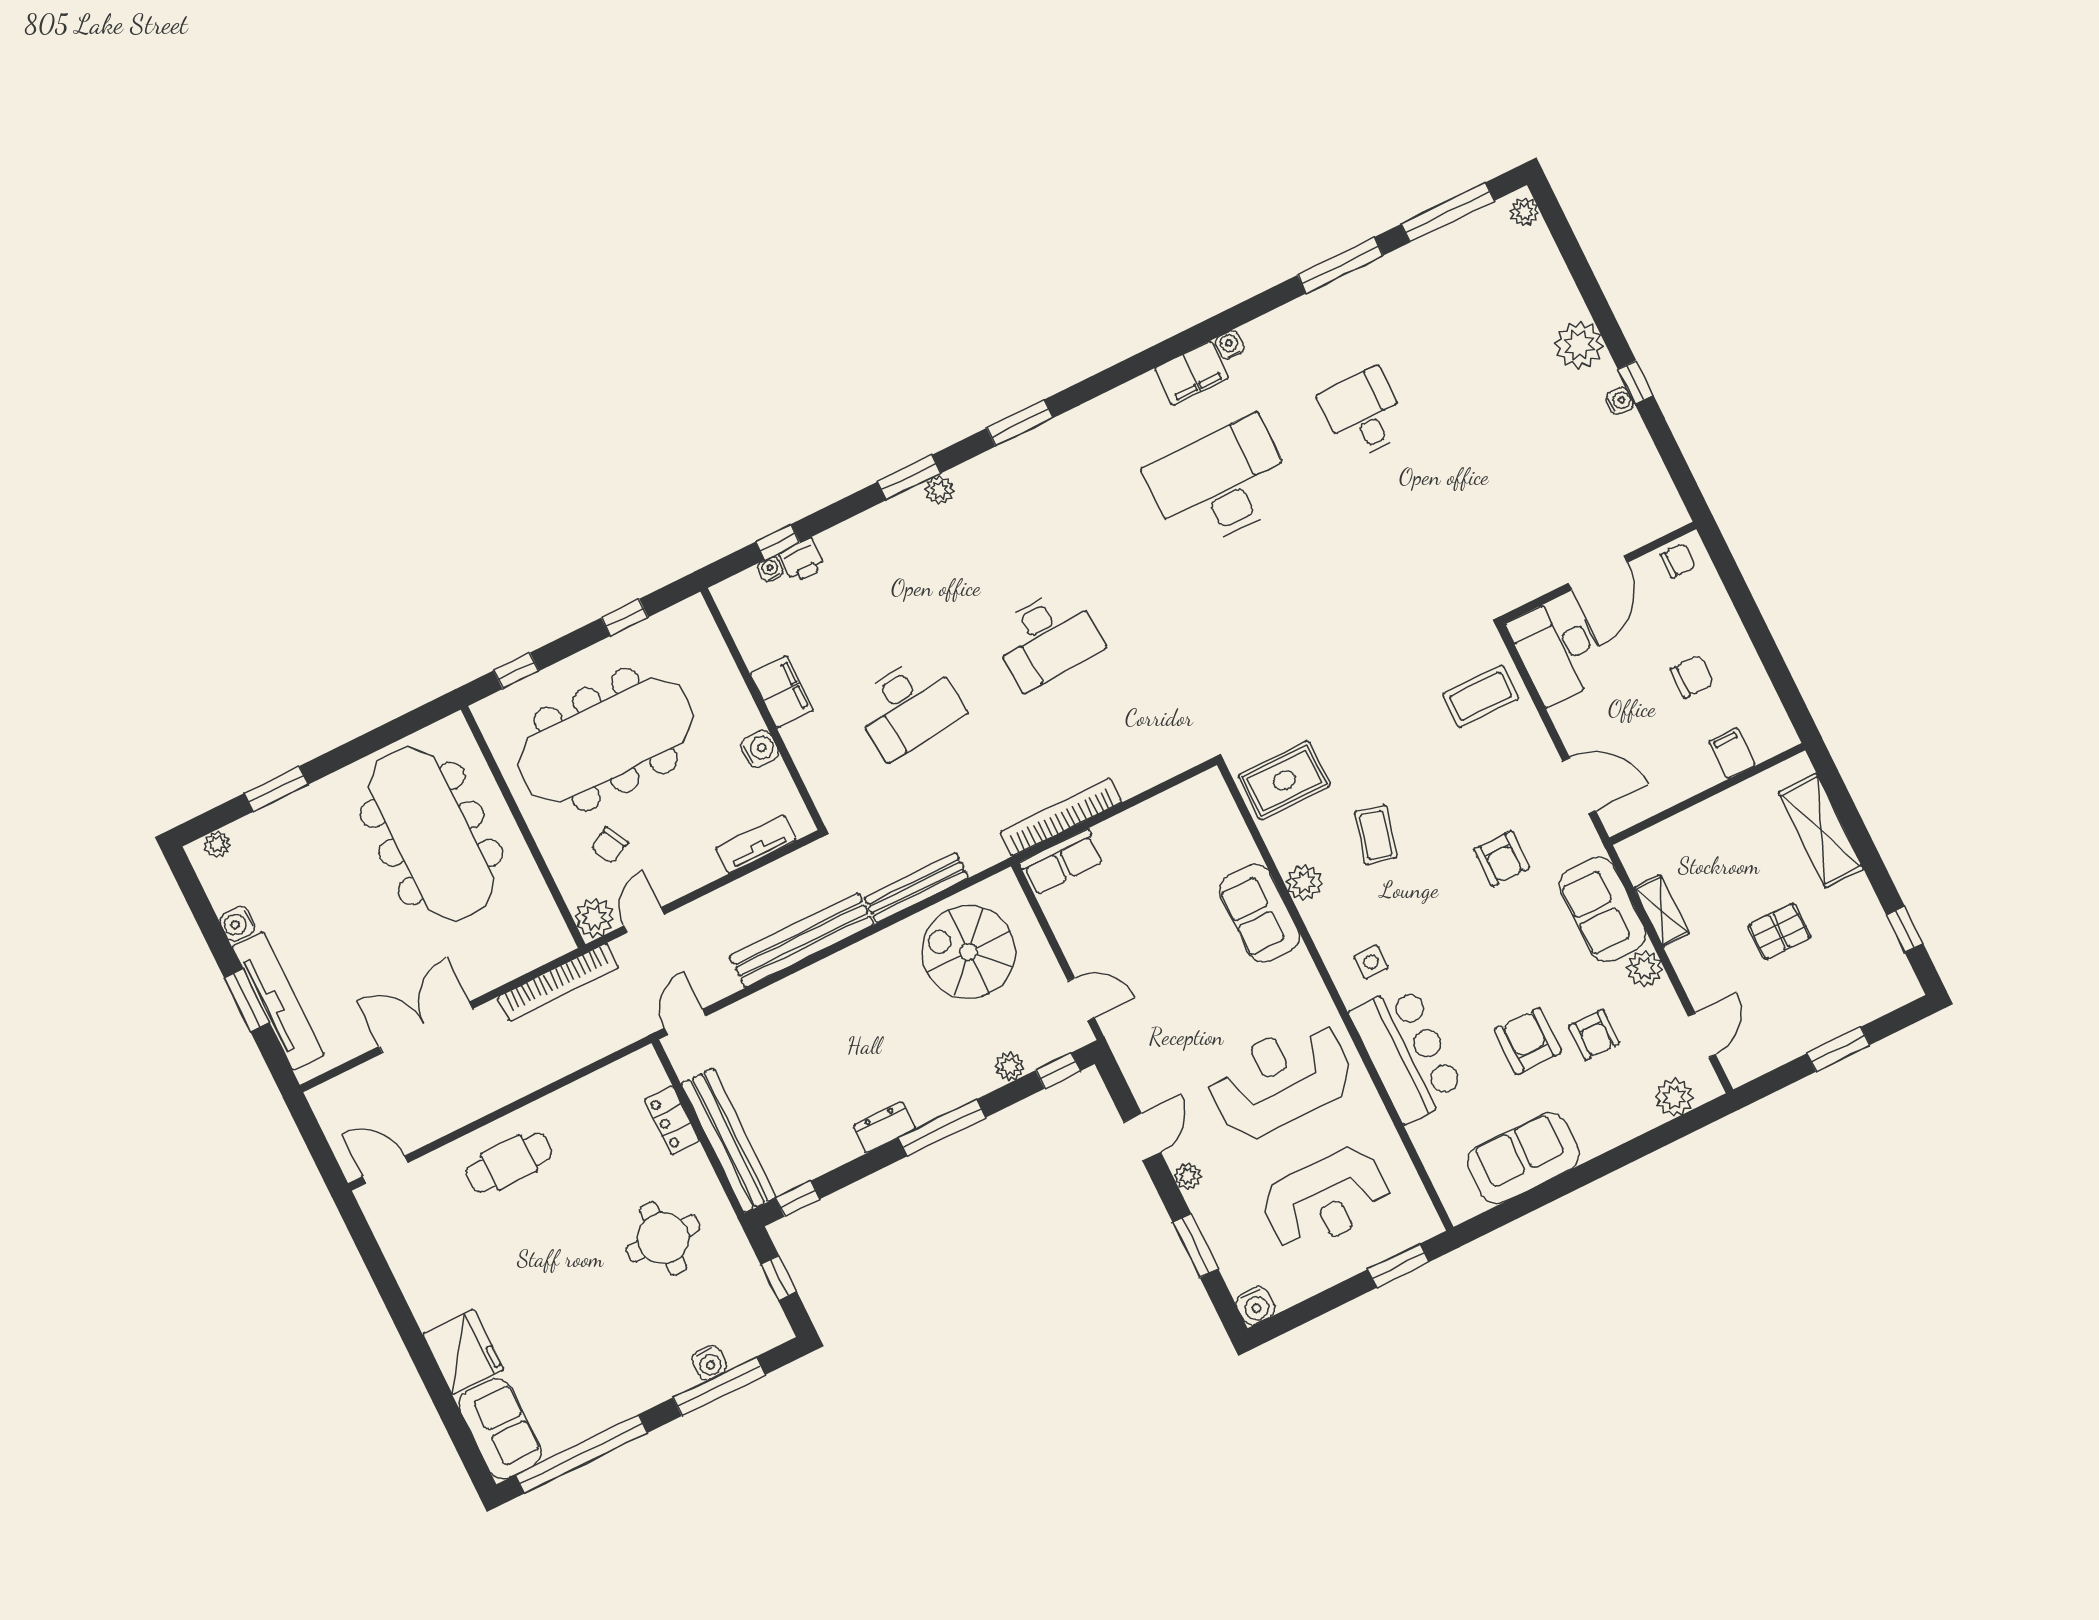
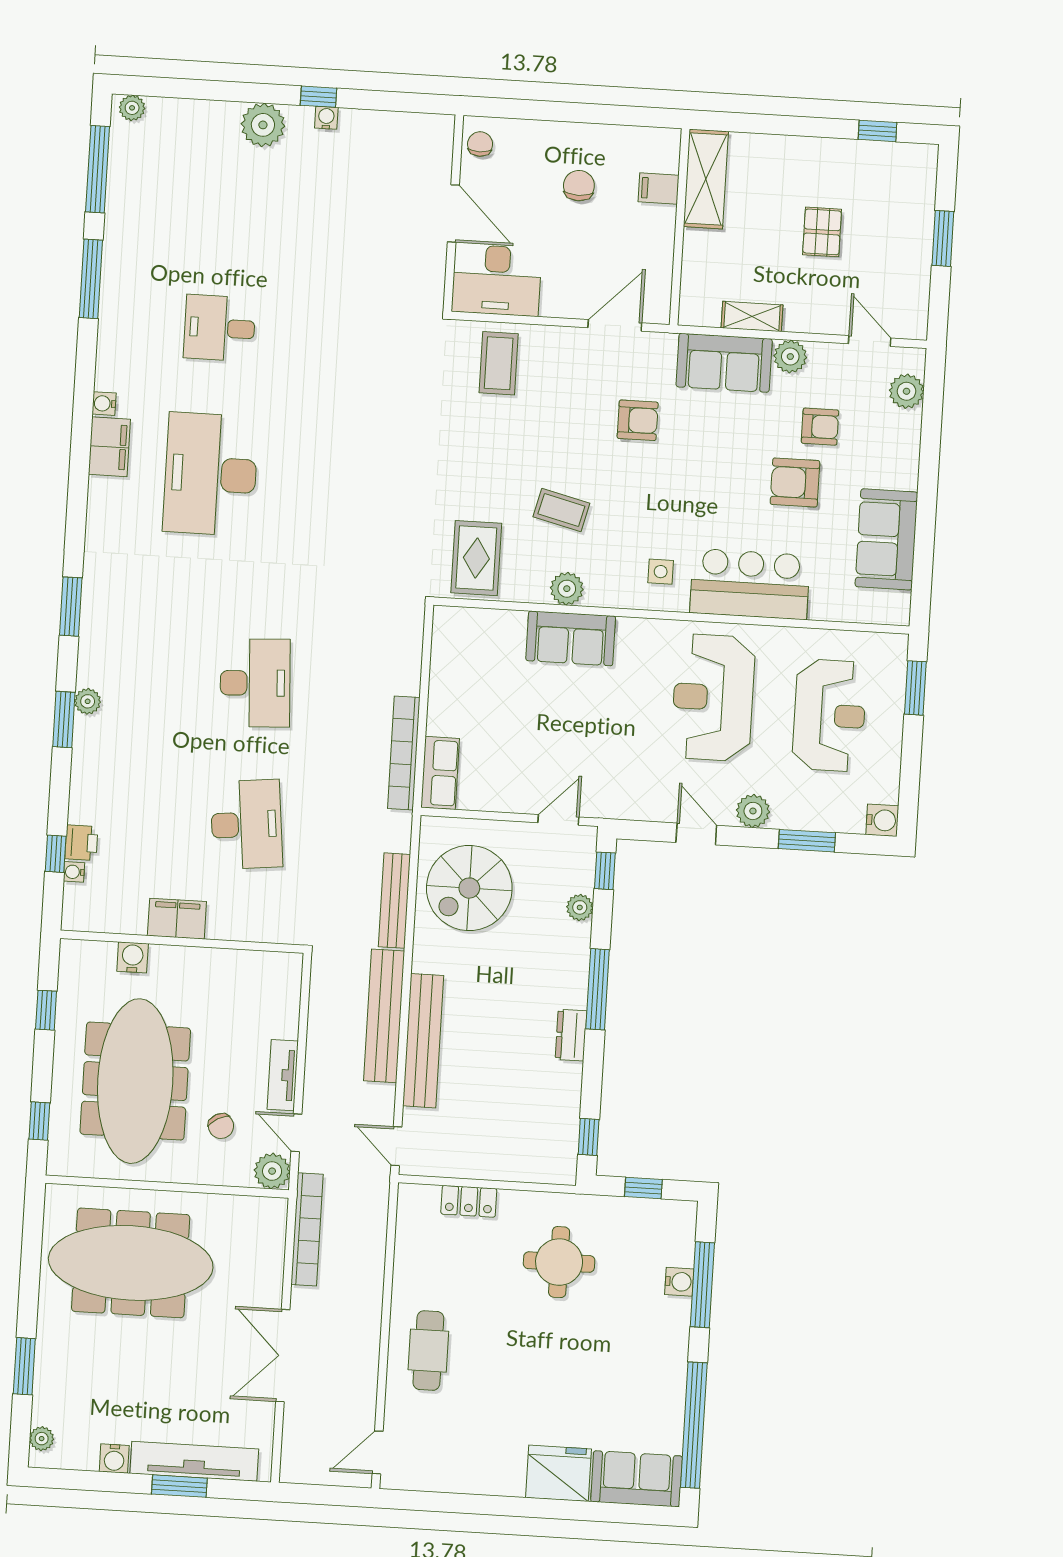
water cooler: (760, 749) -> (133, 957), moved
shelving: (1821, 831) -> (706, 179), moved, turned 90
tv unit: (756, 844) -> (283, 1075), moved
bench: (729, 1140) -> (423, 1041), moved, turned 90
plant: (1188, 1176) -> (753, 811), width x1.38, depth x1.38

